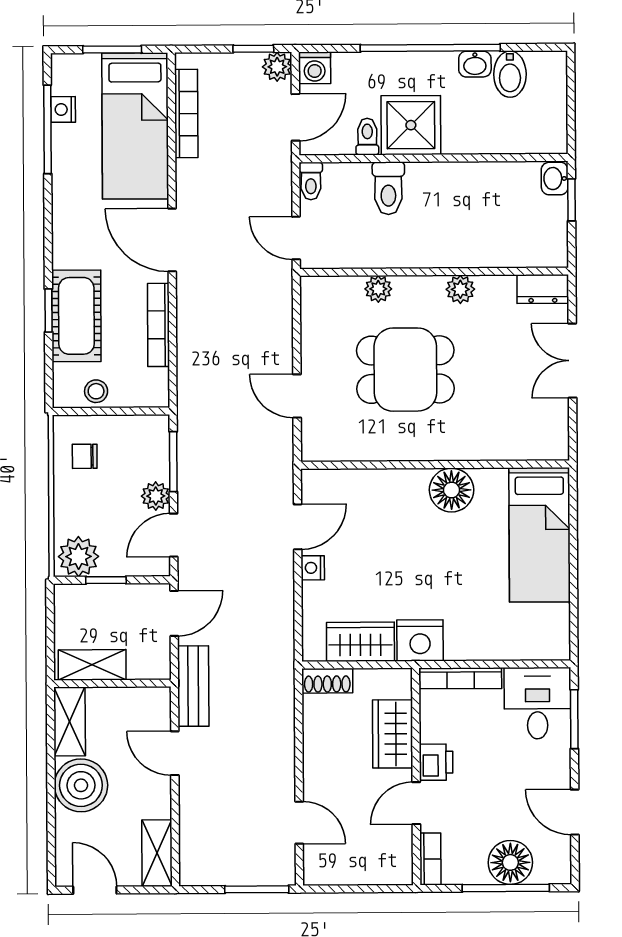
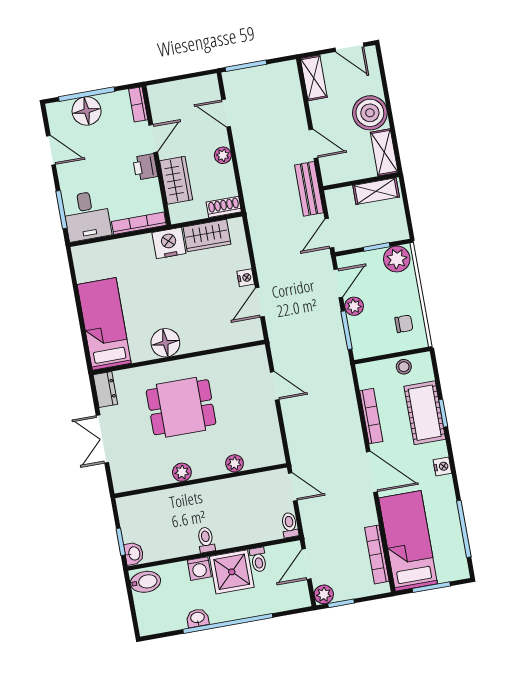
washing machine: (315, 68) -> (199, 569), moved, turned 180
bidet: (510, 74) -> (145, 582), moved, turned 90
nightstand: (63, 109) -> (442, 466), moved
toilet: (388, 188) -> (206, 540), moved, width x0.73, depth x0.72
dresser: (543, 289) -> (105, 389), moved, turned 90
double door: (572, 361) -> (102, 439), swing flipped
dining table: (405, 370) -> (181, 407), moved
plant: (315, 759) -> (223, 155), added

